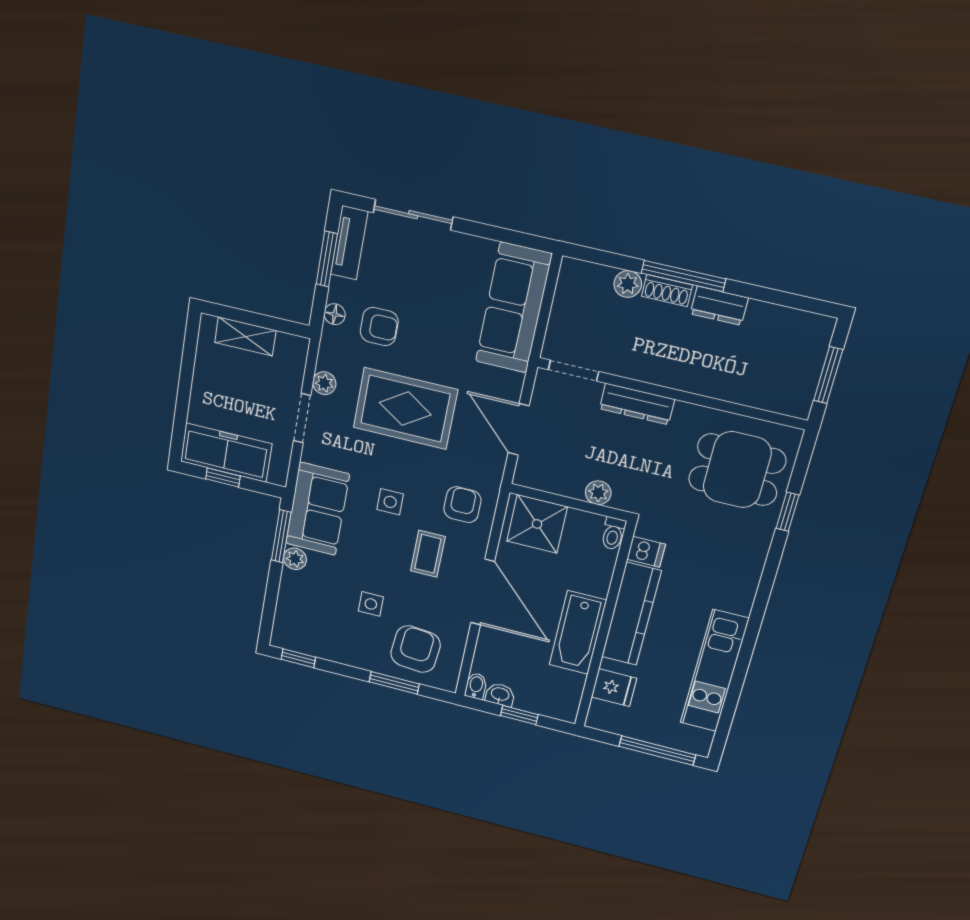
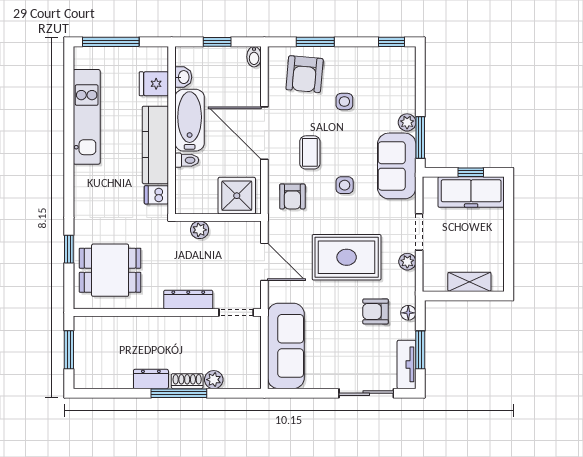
toilet: (613, 534) -> (187, 160), moved, turned 90
washbasin: (500, 695) -> (183, 77), moved, turned -90

